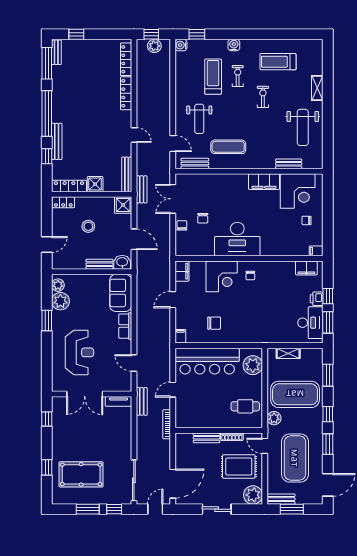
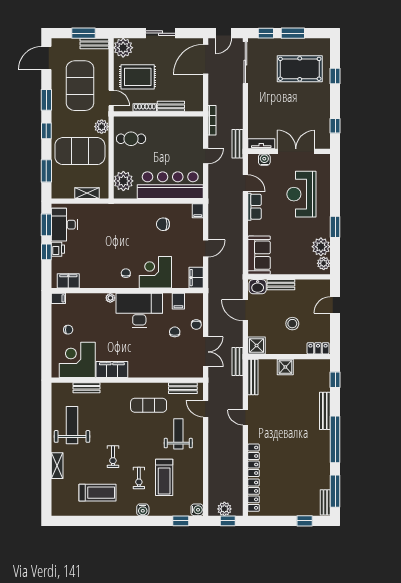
window: (47, 156) -> (335, 380), moved
locker: (69, 186) -> (312, 365), removed
filing cabinet: (199, 248) -> (178, 301), added
plant: (265, 251) -> (110, 298), added
row of seats: (125, 326) -> (254, 207), moved
water cooler: (116, 386) -> (264, 160), added

